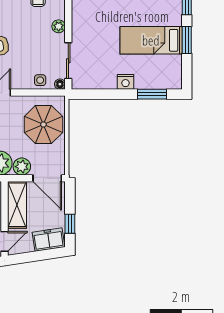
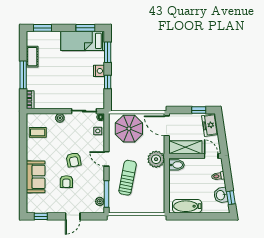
bed: (151, 40) -> (83, 41), moved, turned 90
window: (187, 40) -> (85, 28), moved
window: (110, 94) -> (108, 82), added
plant: (22, 167) -> (158, 144), removed
door: (47, 178) -> (167, 126), swing flipped

